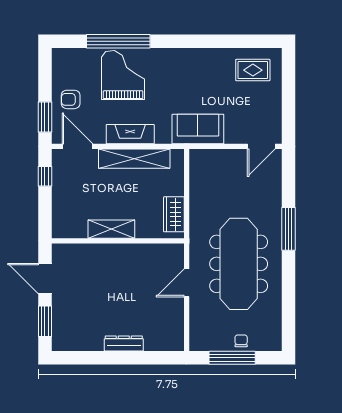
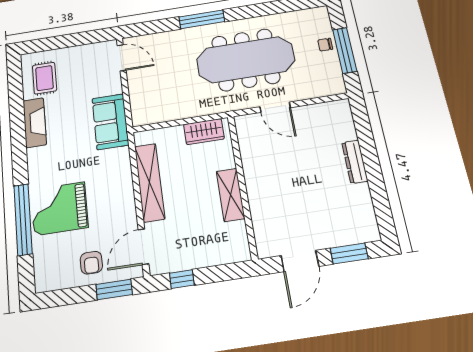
fireplace: (130, 134) -> (35, 123), moved, turned 180

